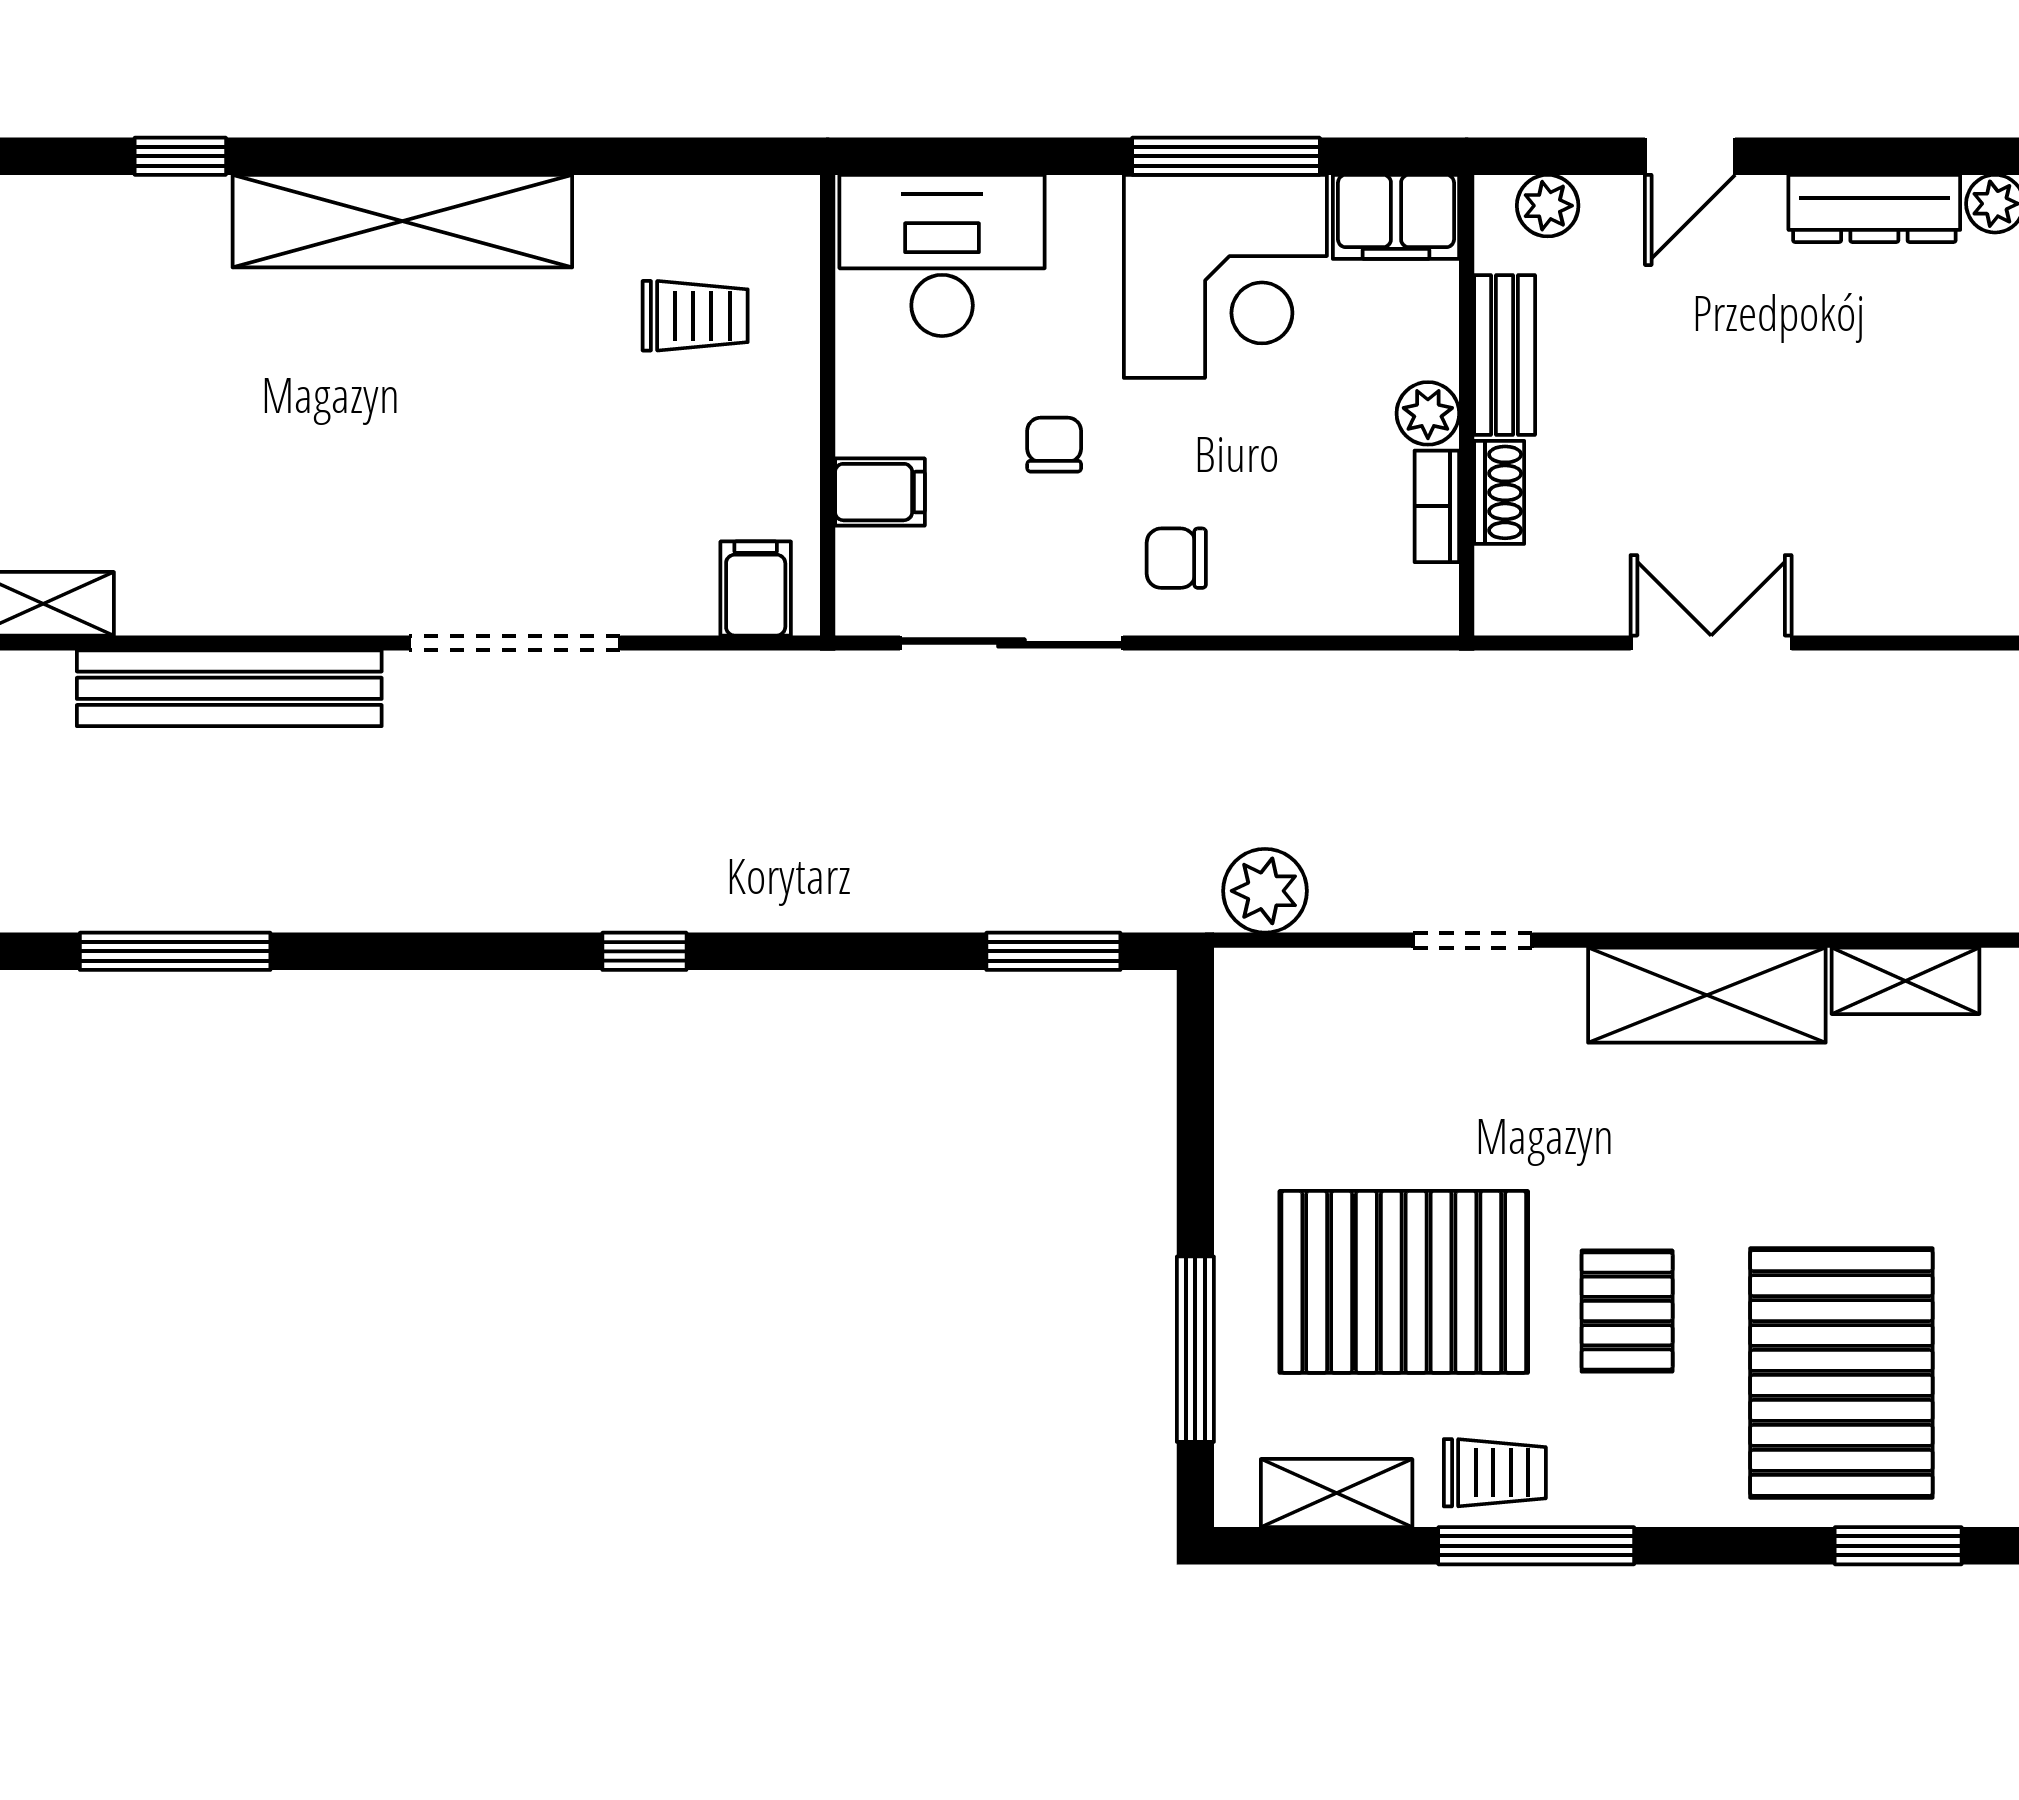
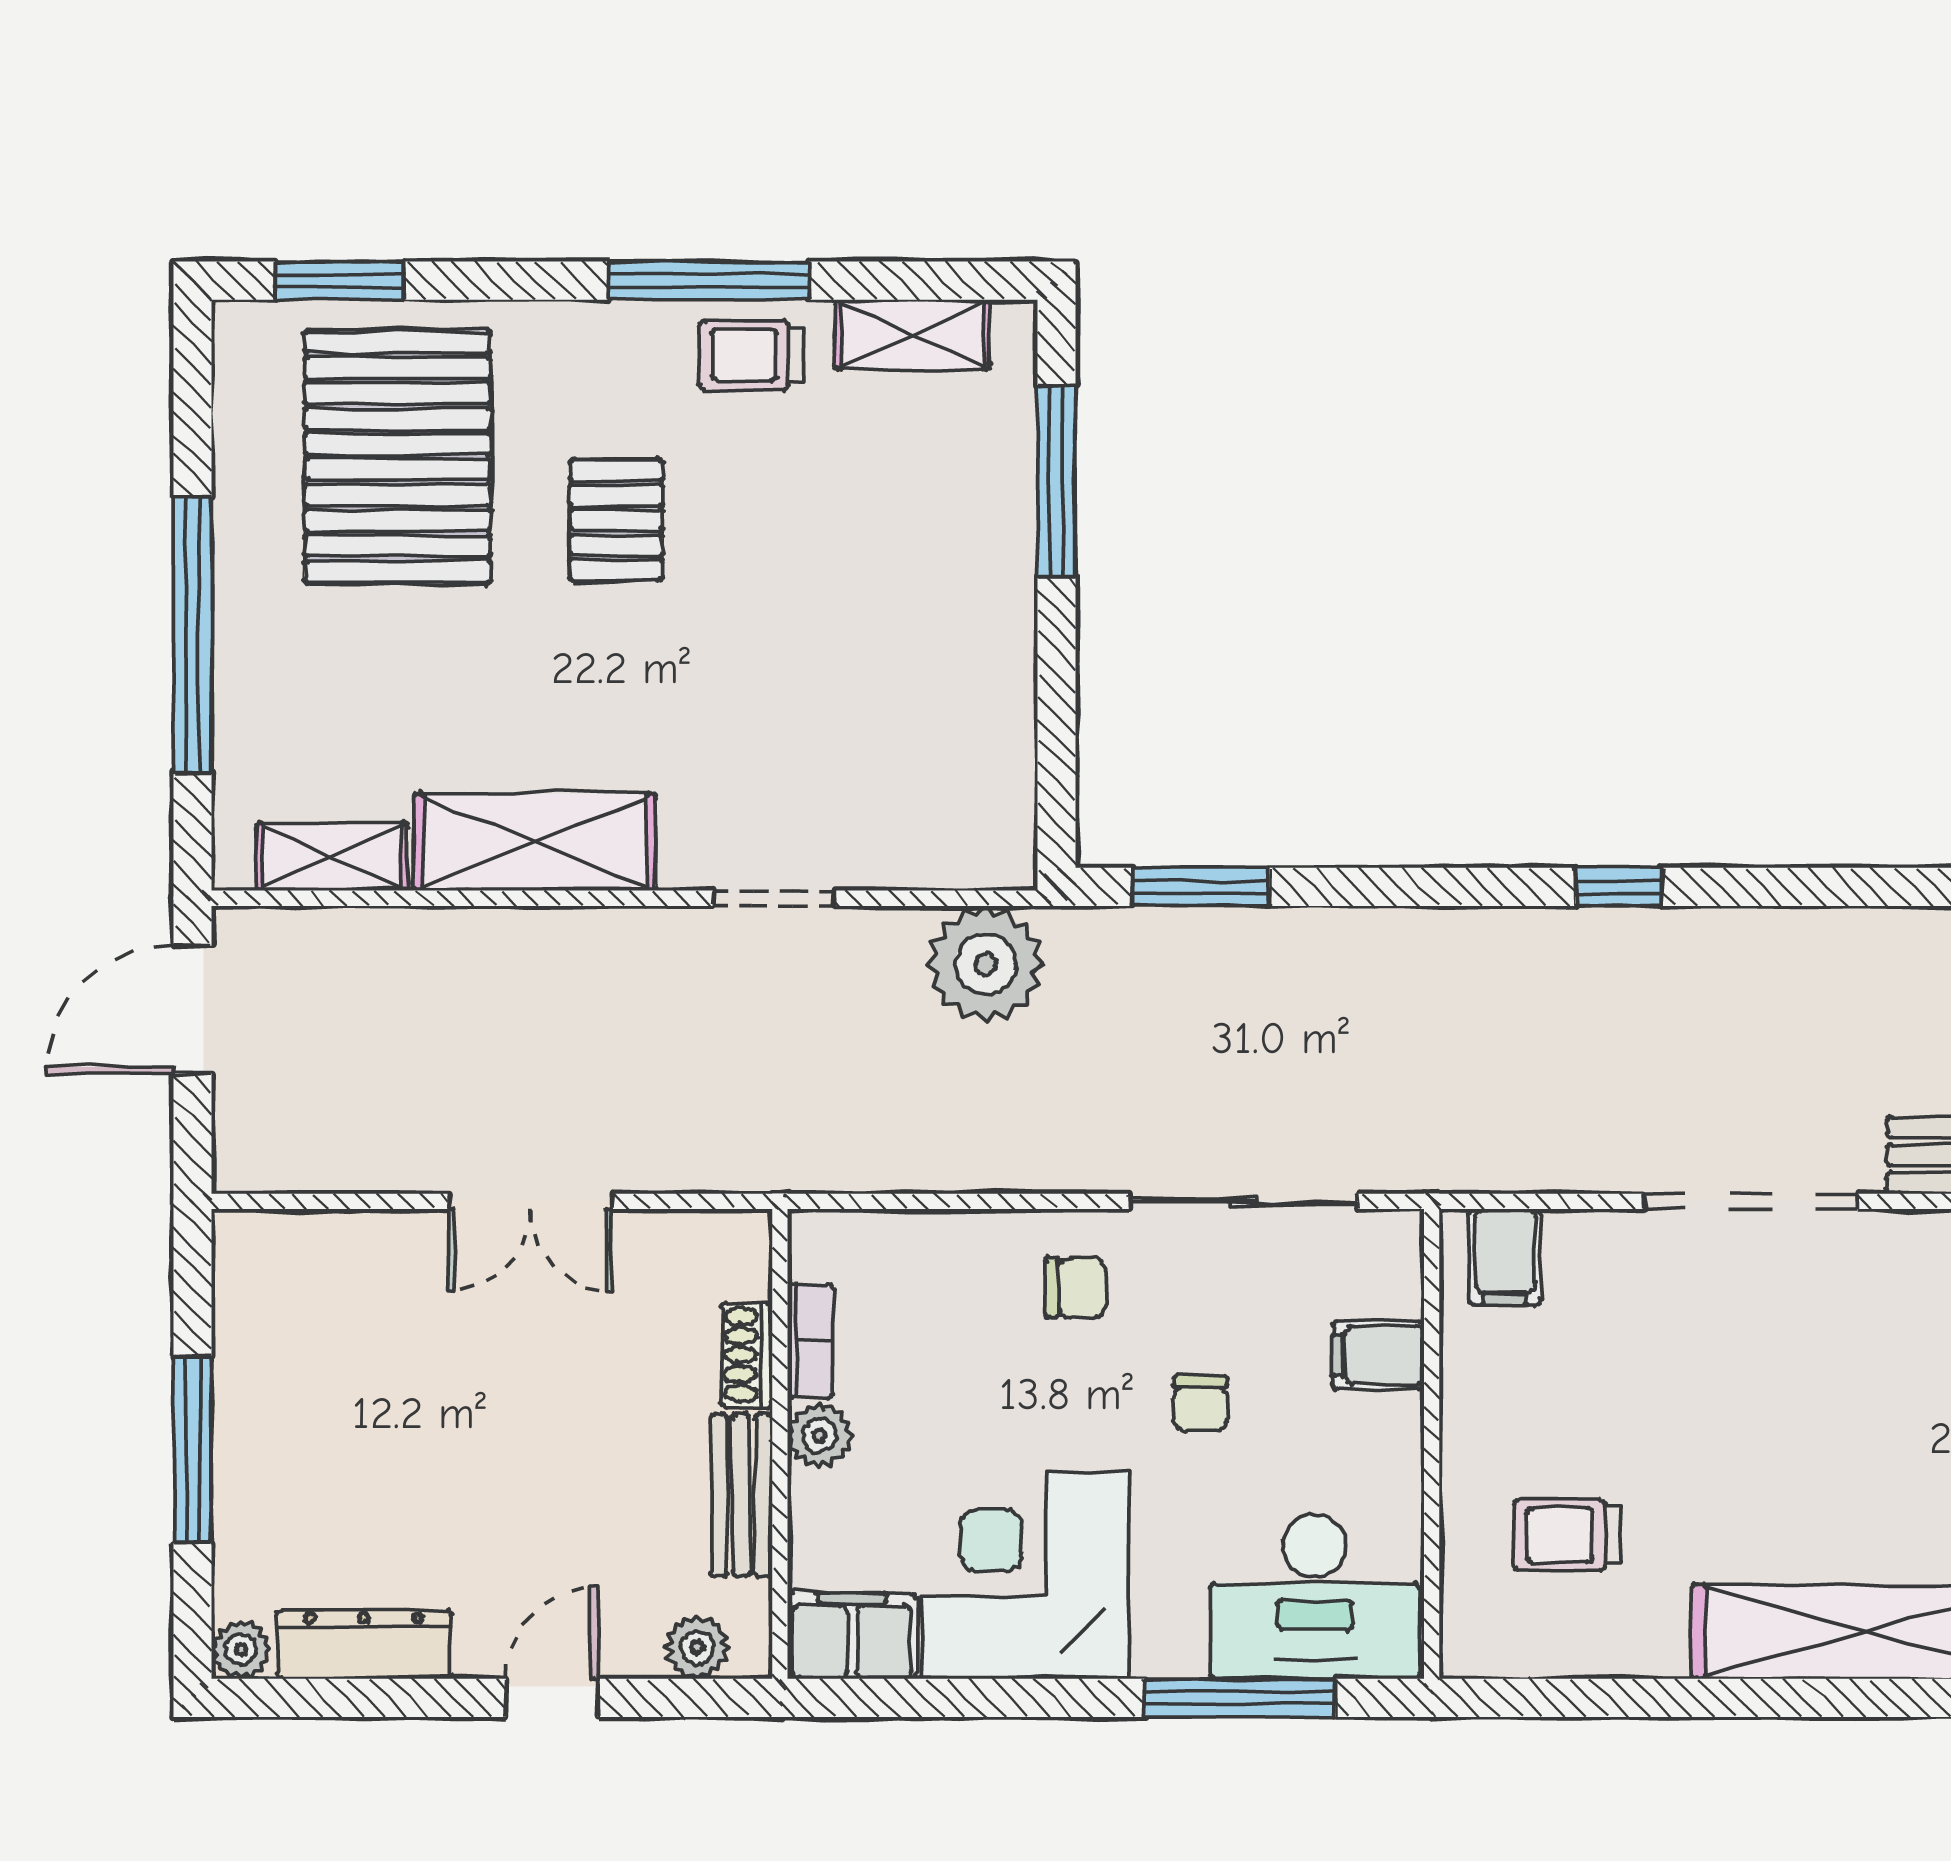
window: (1226, 156) -> (1240, 1698), moved
plant: (1265, 891) -> (985, 964), width x1.36, depth x1.36
pallet: (1404, 1282) -> (844, 550), removed

